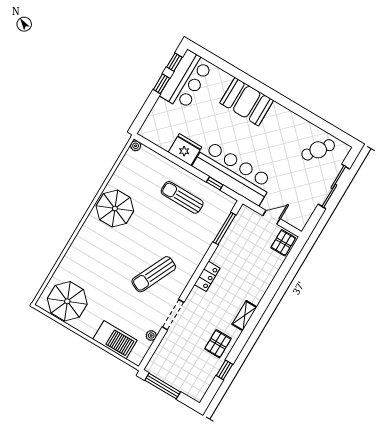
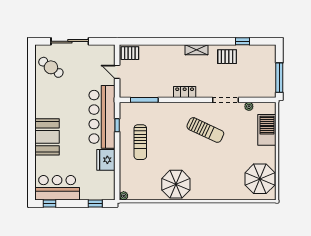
window: (161, 84) -> (95, 203), moved

